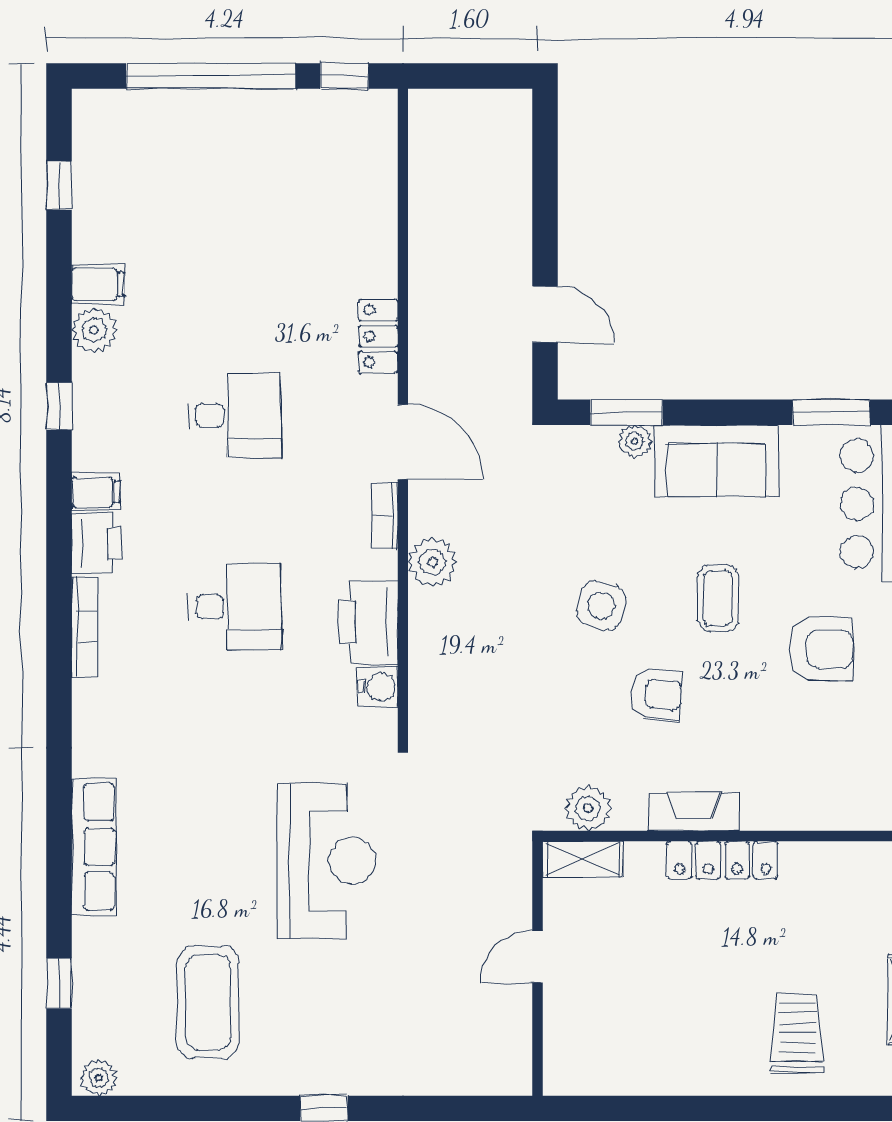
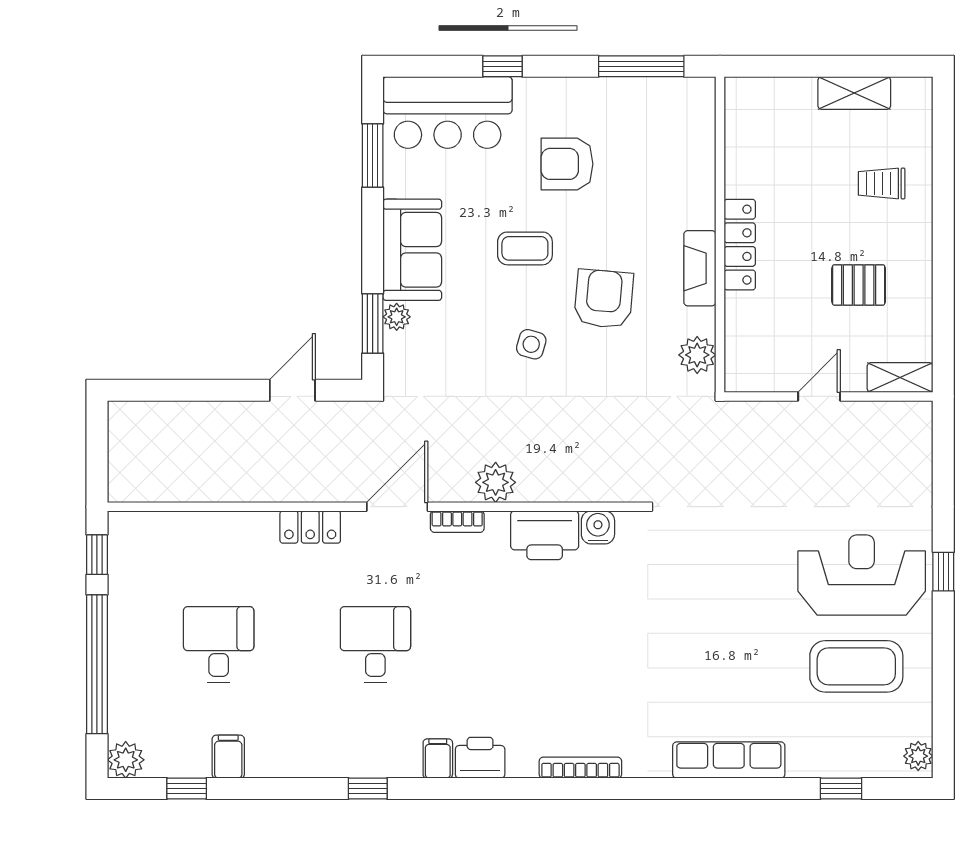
filing cabinet: (98, 284) -> (228, 757), moved
plant: (94, 330) -> (126, 760), moved
side table: (601, 606) -> (531, 344), width x0.73, depth x0.73
desk: (235, 607) -> (219, 645), moved
bookcase: (85, 627) -> (580, 768), moved
armchair: (821, 649) -> (567, 164), turned -90
armchair: (656, 694) -> (604, 299), width x1.38, depth x1.38
shelving: (583, 859) -> (900, 377), moved, turned 90
reception desk: (327, 861) -> (862, 575), moved
door: (537, 957) -> (819, 396), swing flipped
pallet: (673, 1005) -> (859, 285), added
trolley: (797, 1033) -> (882, 183), width x0.73, depth x0.72

